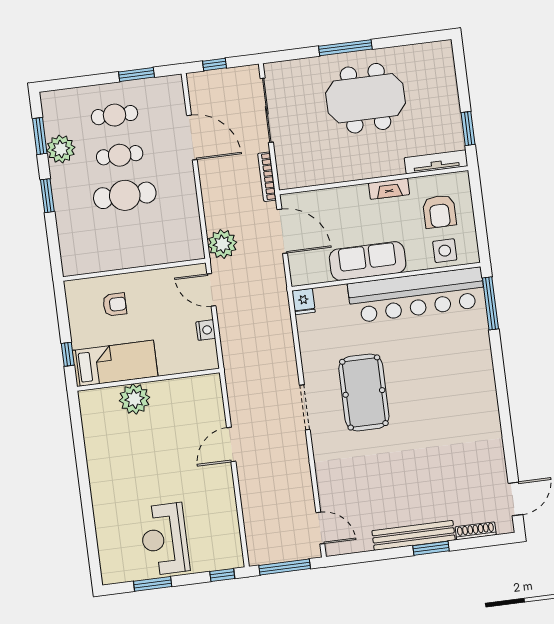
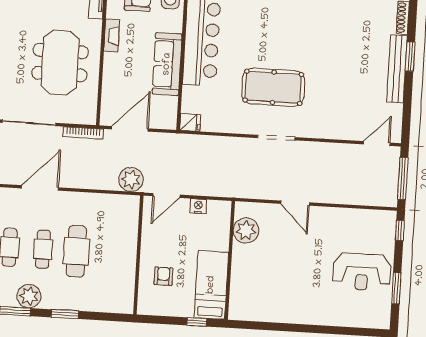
meeting table: (366, 98) -> (60, 63), moved
plant: (135, 399) -> (246, 230), moved

